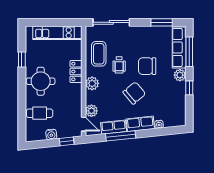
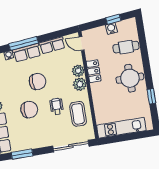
locker: (76, 72) -> (94, 71), moved
chair: (134, 93) -> (37, 82), turned -142
plant: (91, 111) -> (78, 71), moved
window: (121, 136) -> (24, 43), moved
window: (67, 141) -> (113, 19), moved

